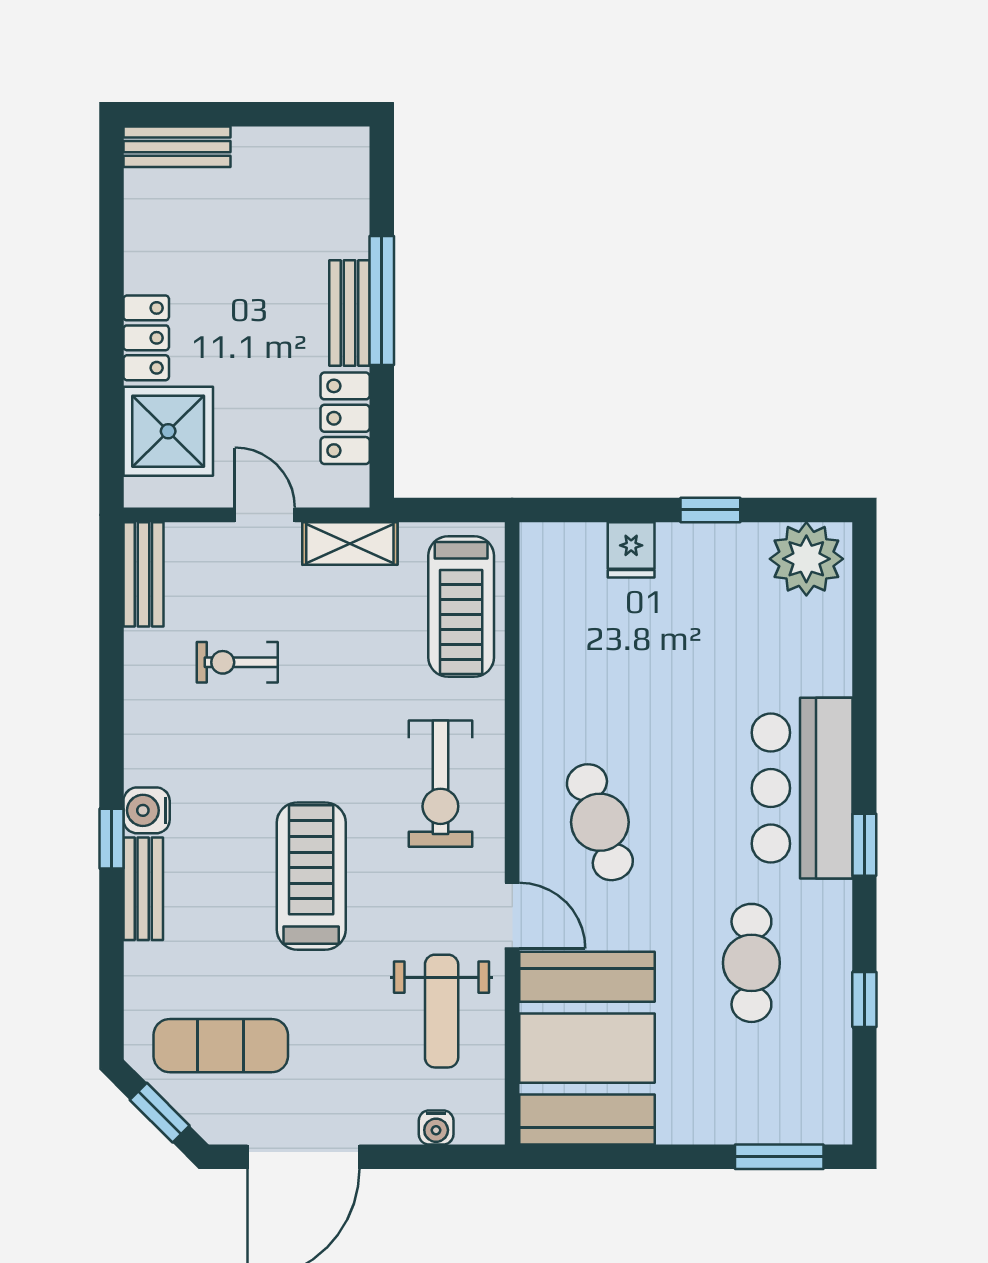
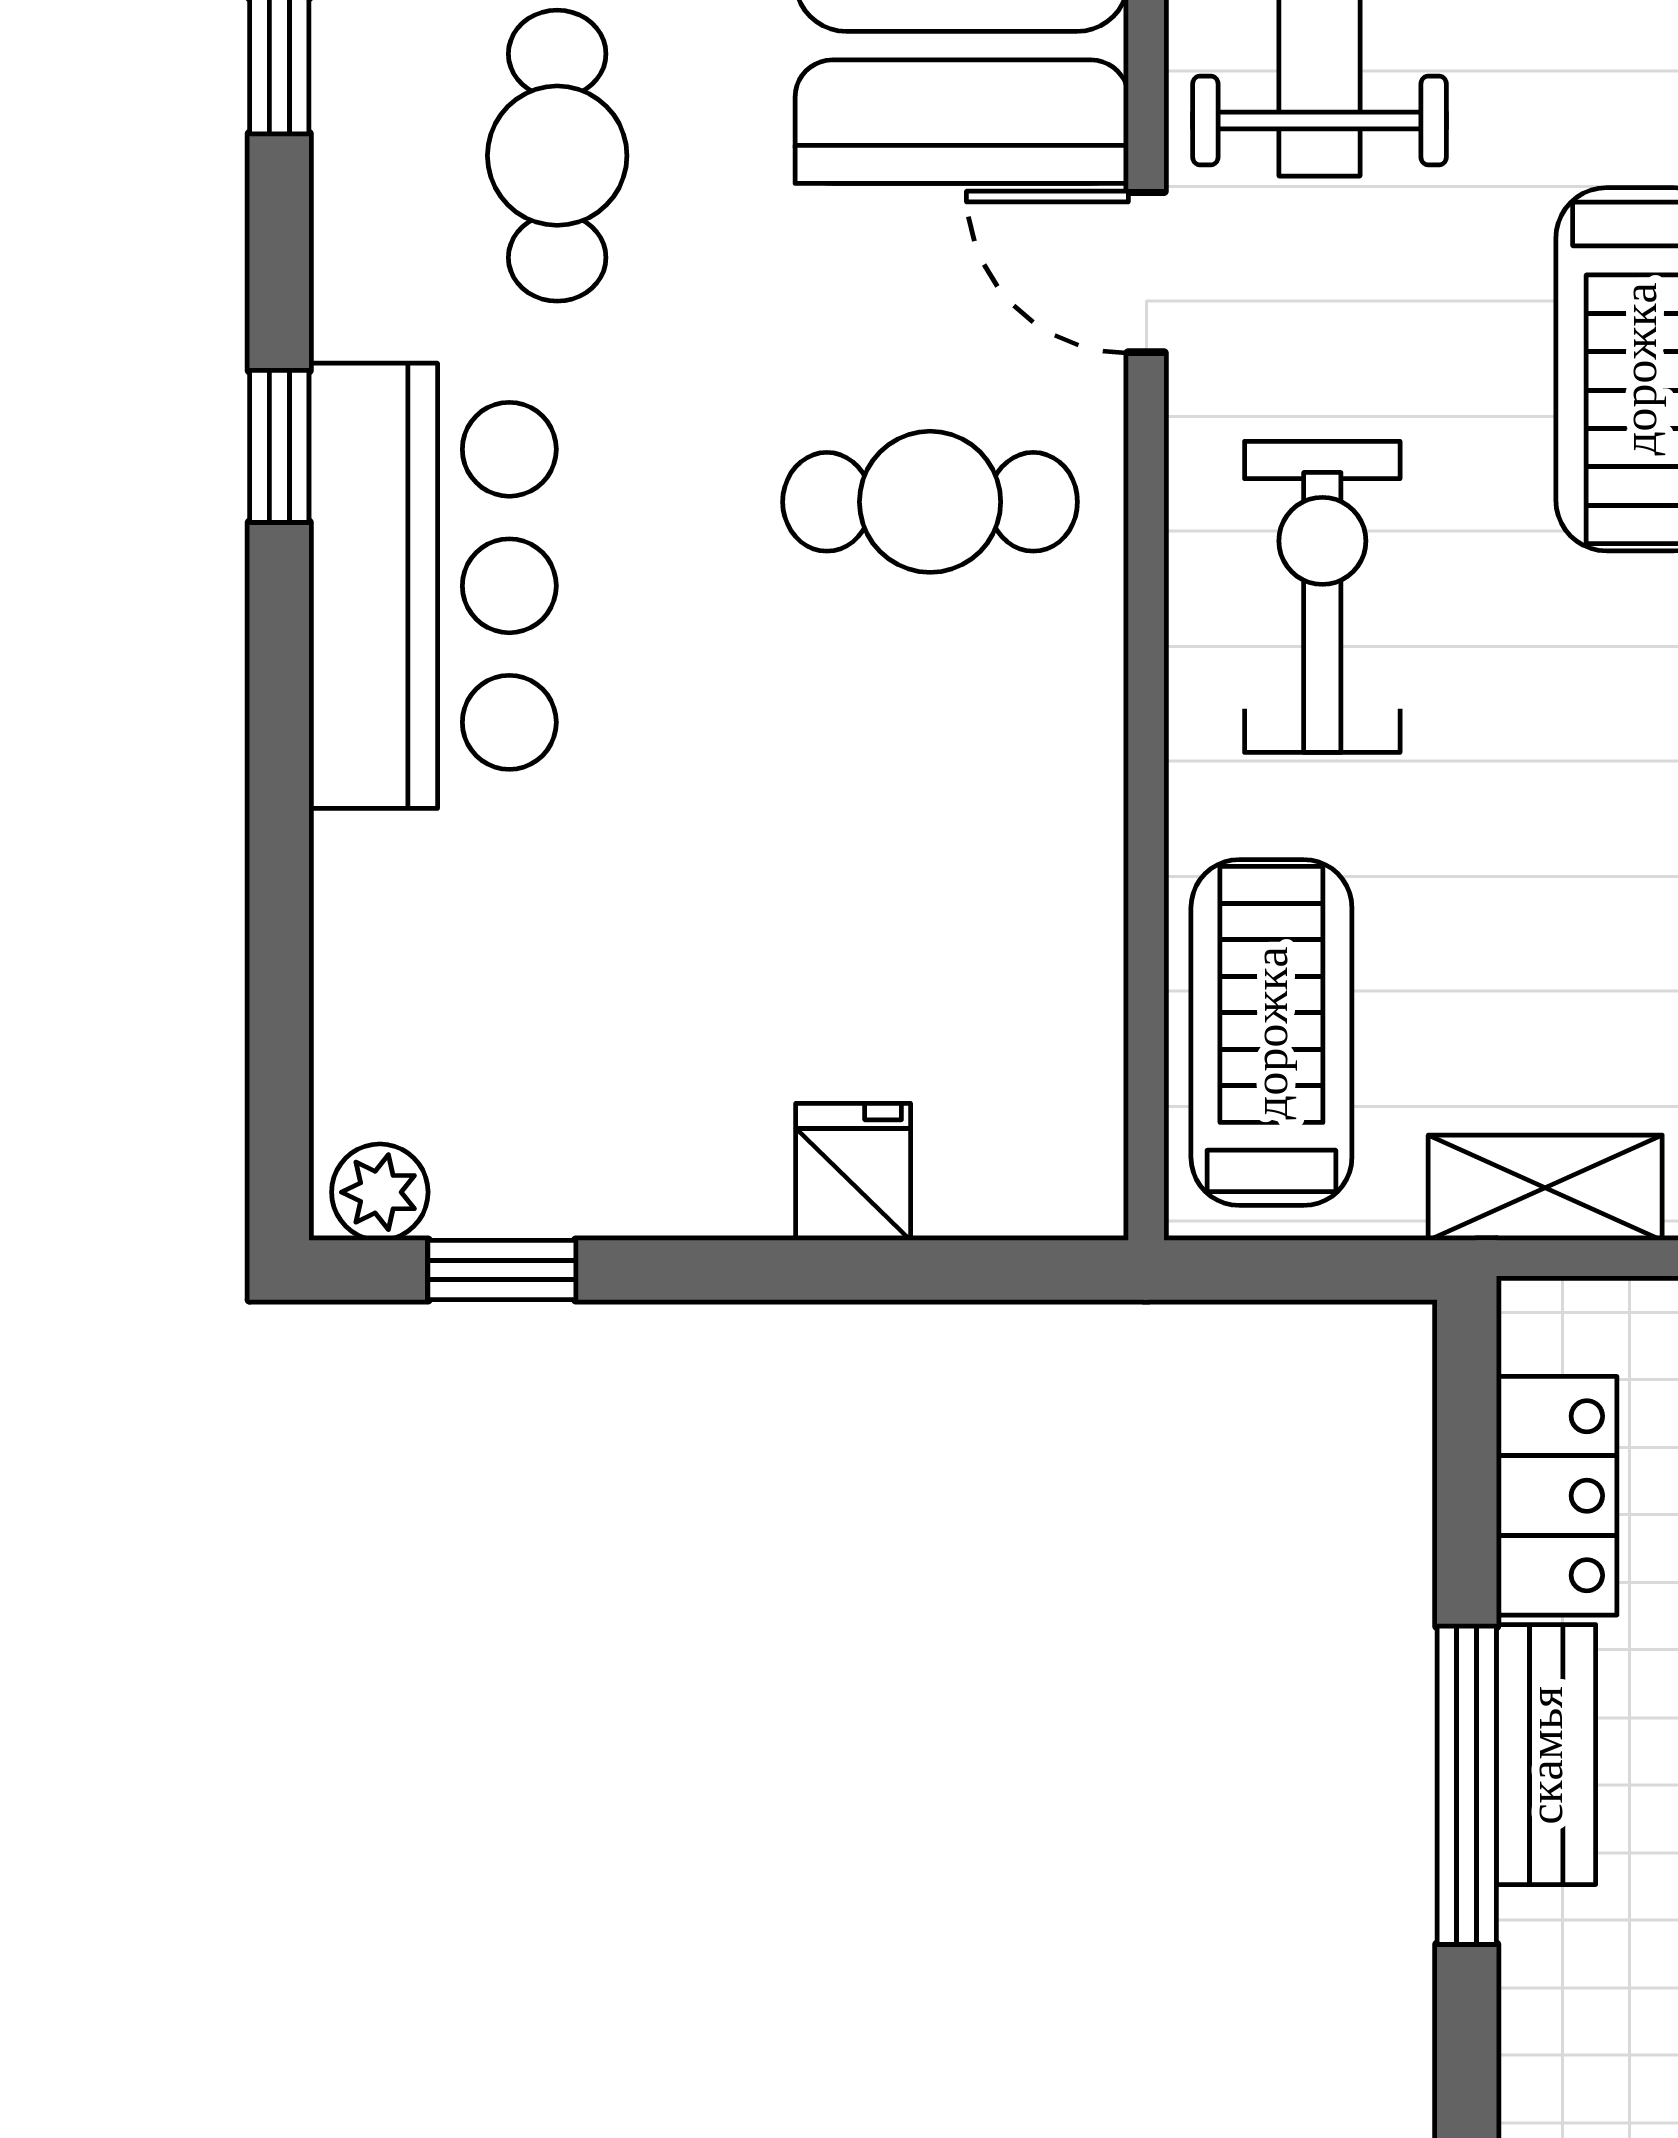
window: (710, 510) -> (502, 1270), moved
plant: (806, 559) -> (380, 1192), width x0.53, depth x0.53
cafe table: (600, 822) -> (930, 502), turned -72

